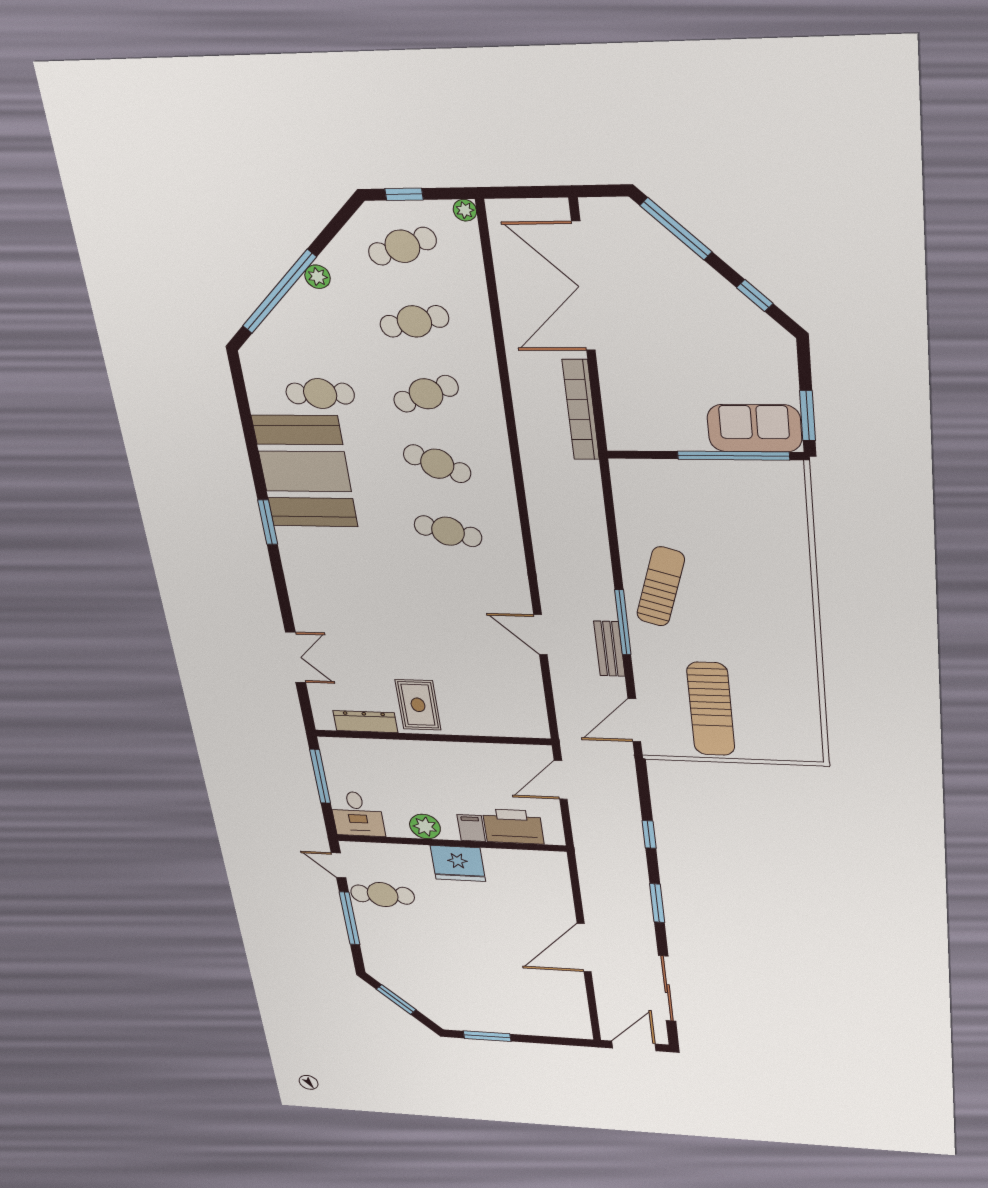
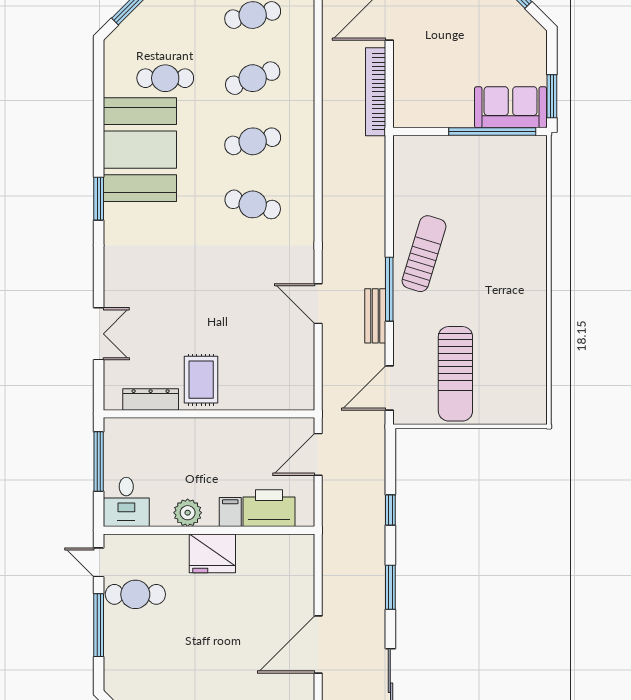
cafe table: (437, 464) -> (253, 141), turned -36

